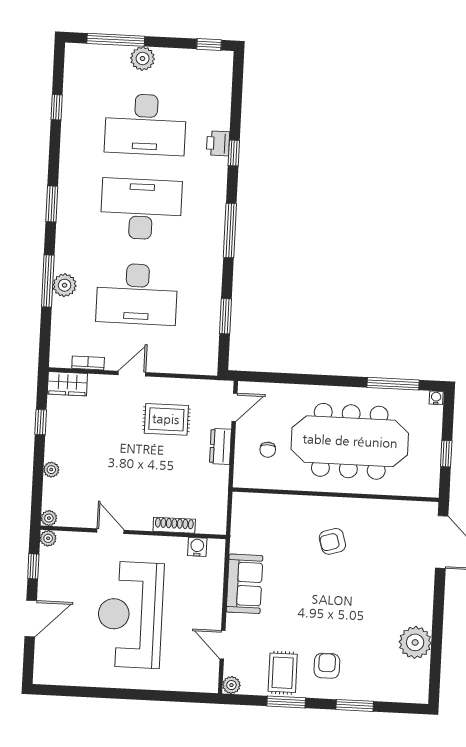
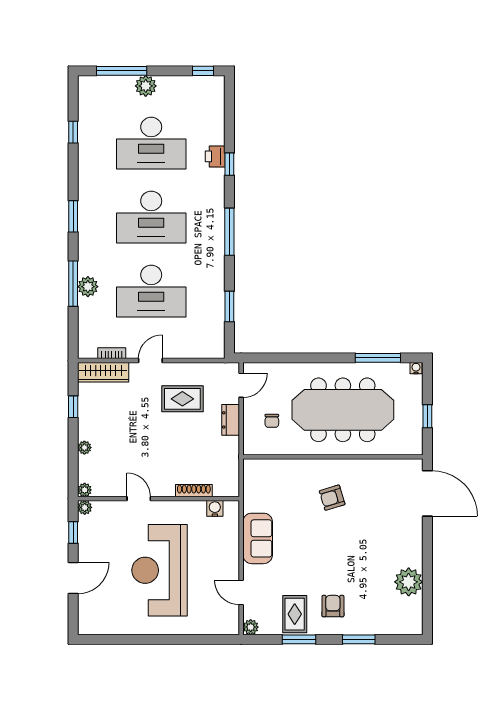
desk: (141, 209) -> (151, 217), turned 180
wardrobe: (67, 384) -> (103, 372), width x1.50

